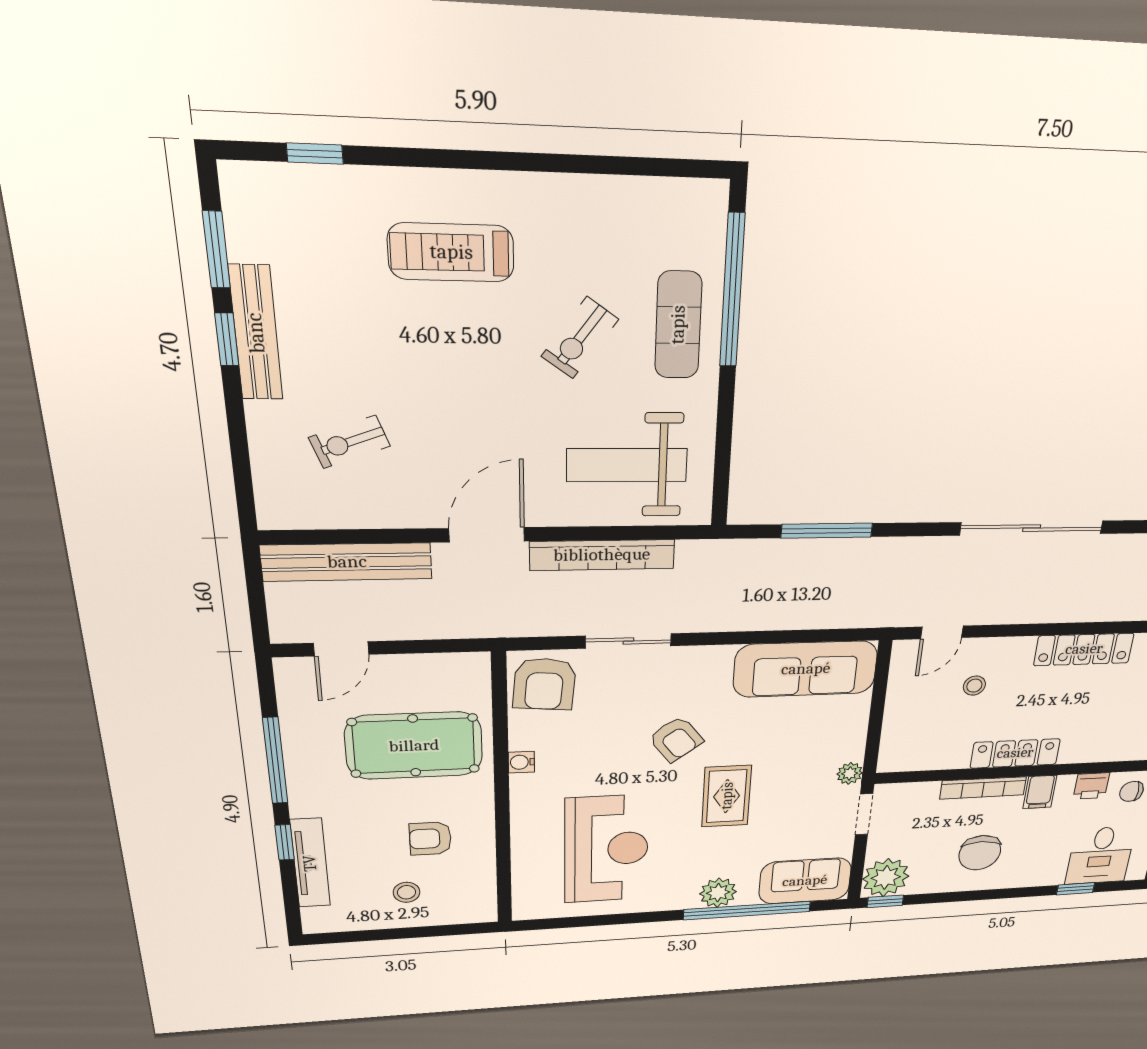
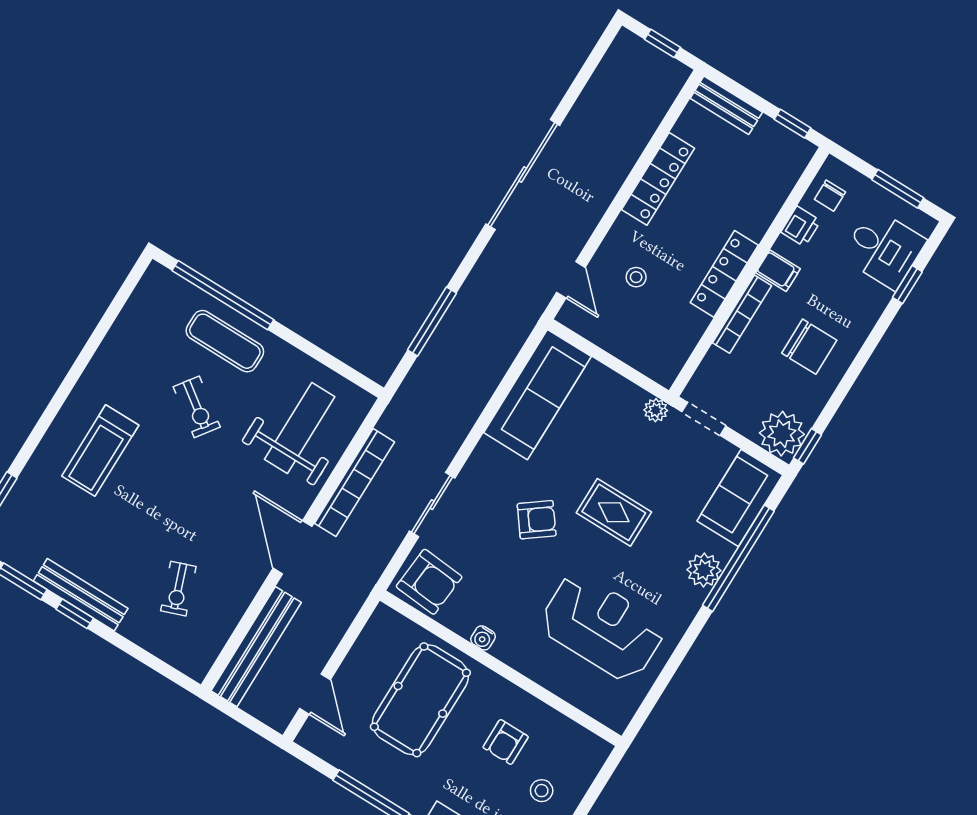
weight bench: (627, 465) -> (300, 428), turned 180

